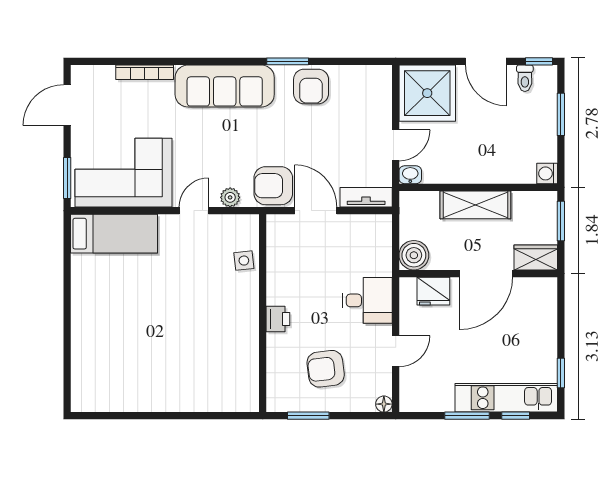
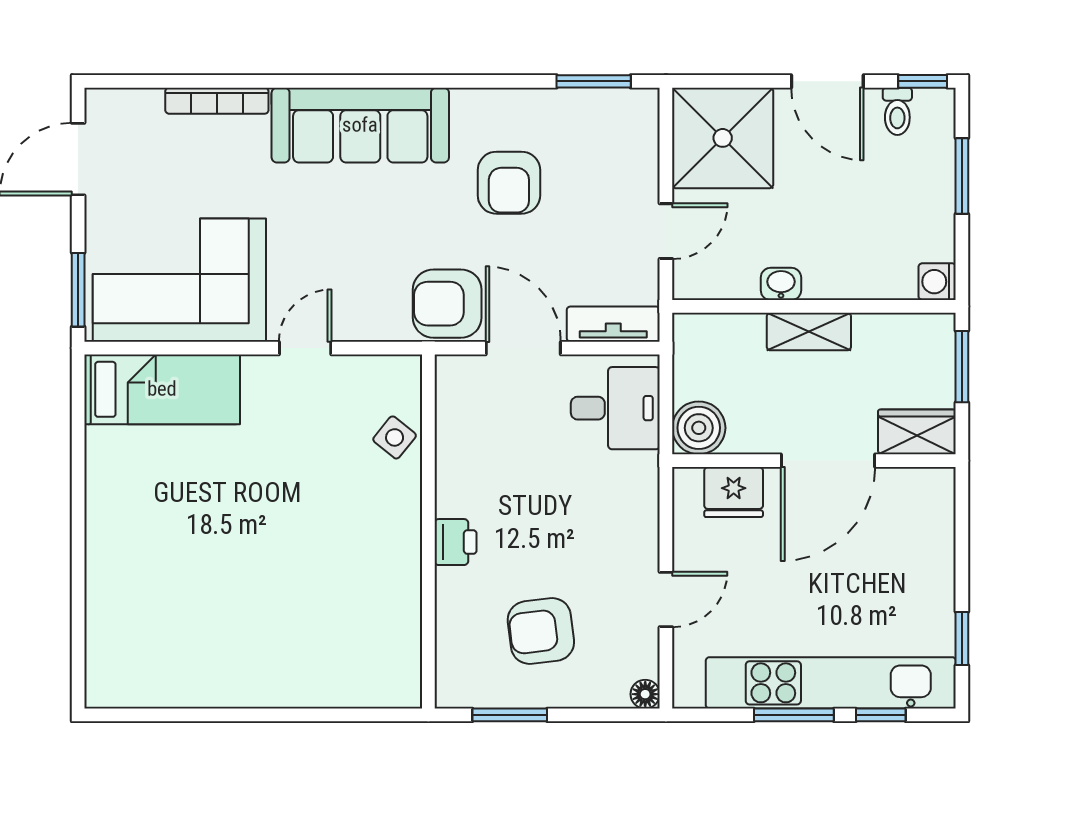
window: (288, 61) -> (594, 81), moved
armchair: (311, 87) -> (509, 183), moved
washbasin: (410, 175) -> (781, 284), moved
plant: (230, 197) -> (370, 324), removed
shelving: (475, 205) -> (809, 332), width x0.67, depth x0.75
side table: (244, 261) -> (395, 437), turned 45
desk: (367, 300) -> (615, 408), moved
kitchen unit: (506, 398) -> (831, 683), width x1.36

